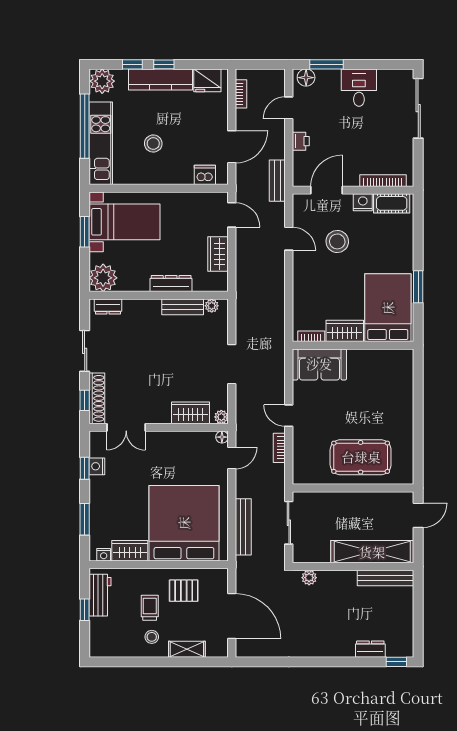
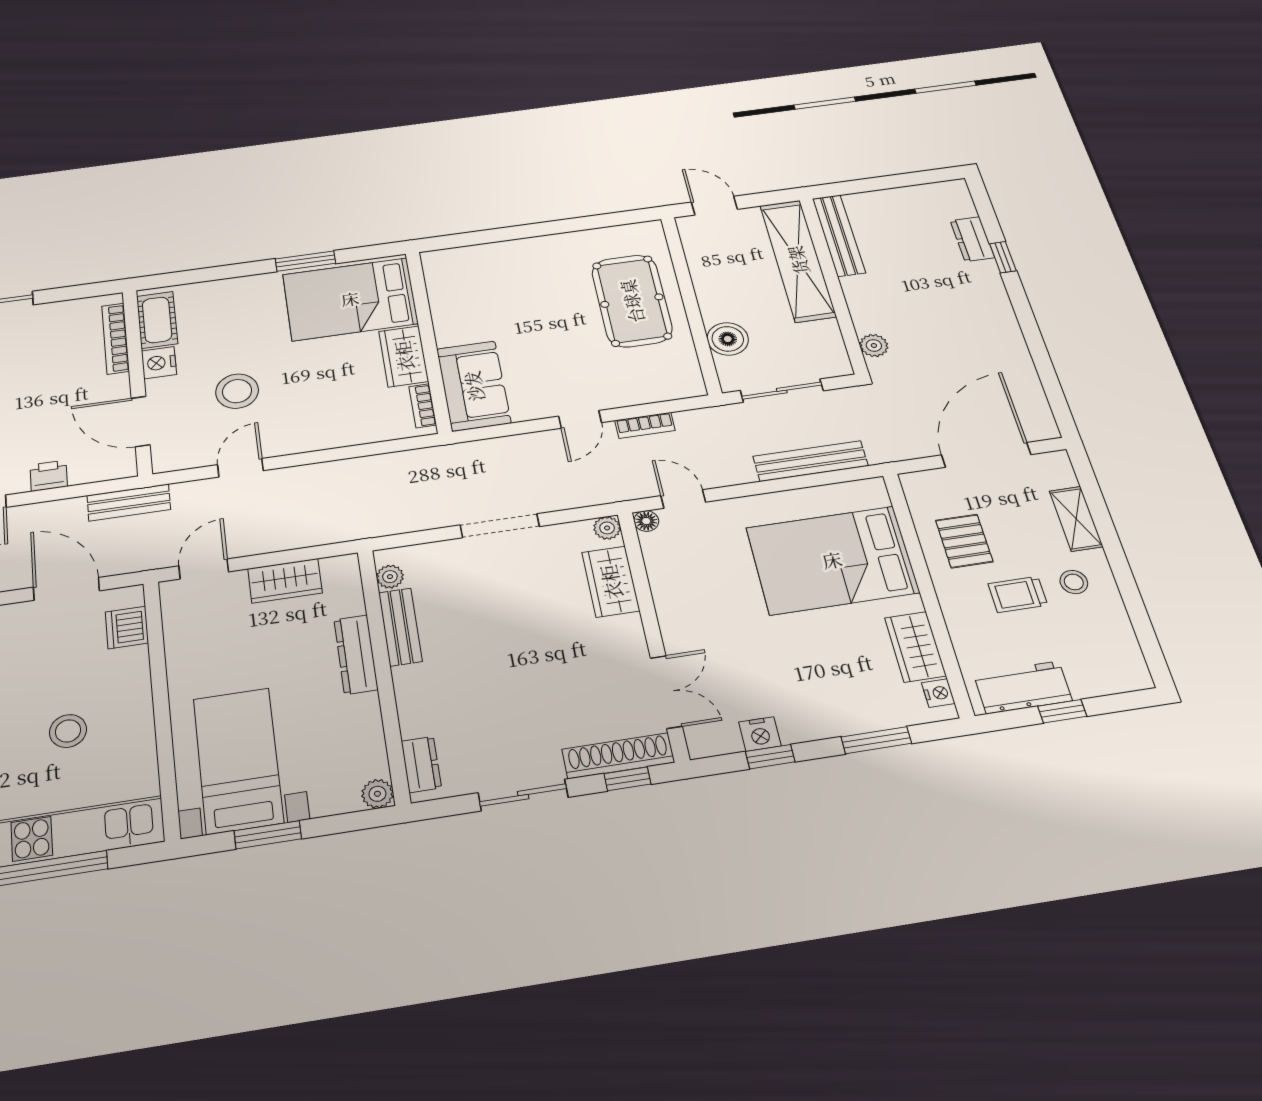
plant: (103, 278) -> (377, 794), width x0.53, depth x0.53
boiler: (327, 502) -> (728, 339), added
bed: (184, 523) -> (832, 560), width x0.73
window: (396, 662) -> (1003, 257), moved

